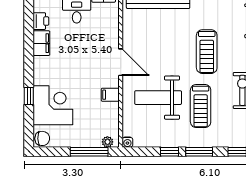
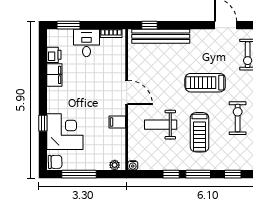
treadmill: (207, 52) -> (205, 83), turned 90
weight bench: (158, 98) -> (161, 125), width x0.73, depth x0.75
window: (89, 152) -> (79, 174), moved

